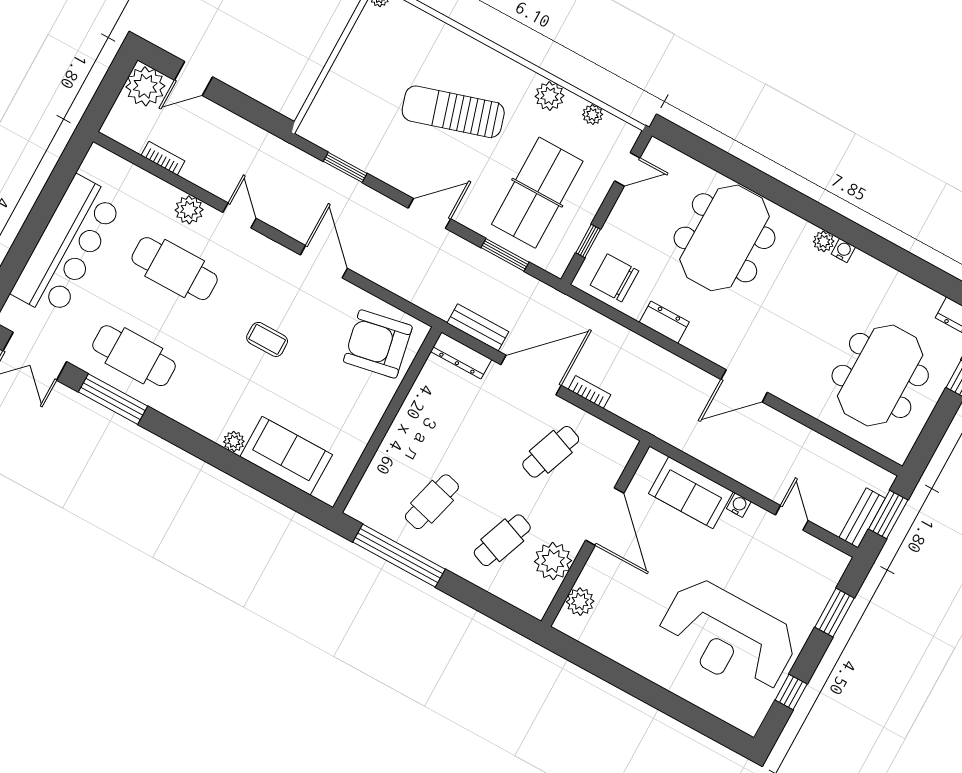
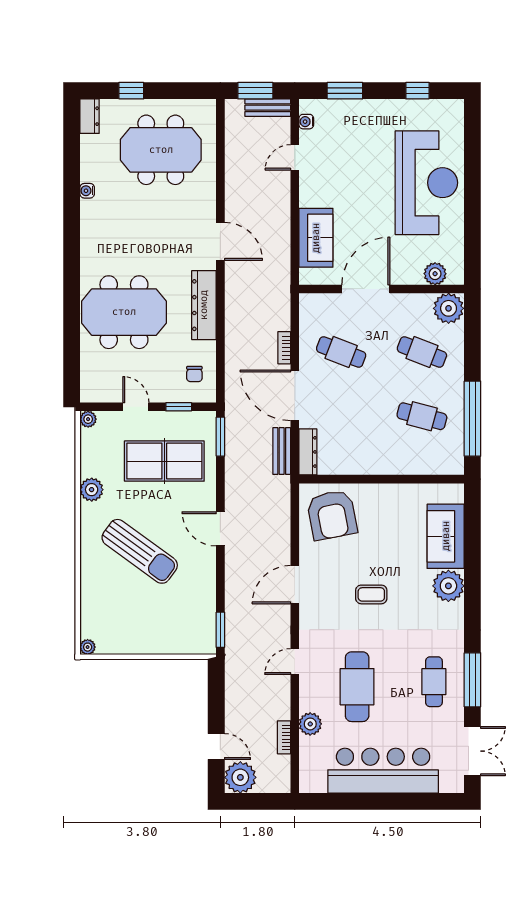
sun lounger: (453, 112) -> (140, 551), turned -37
plant: (593, 115) -> (88, 419), moved
window: (345, 167) -> (220, 630), moved
door: (627, 169) -> (136, 407), moved
plant: (189, 210) -> (310, 724), moved
plant: (824, 241) -> (88, 241), removed
water cooler: (843, 251) -> (87, 191), moved
window: (505, 255) -> (220, 437), moved
chair: (615, 278) -> (194, 374), width x0.54, depth x0.54
dresser: (664, 322) -> (204, 305), width x1.96, depth x1.24
coffee table: (267, 339) -> (371, 594), turned 90
cafe table: (134, 356) -> (434, 682), width x0.73, depth x0.74
plant: (234, 442) -> (448, 586), width x1.88, depth x1.88
water cooler: (739, 505) -> (306, 122), moved
plant: (553, 561) -> (449, 308), moved
reception desk: (728, 637) -> (426, 183), moved

